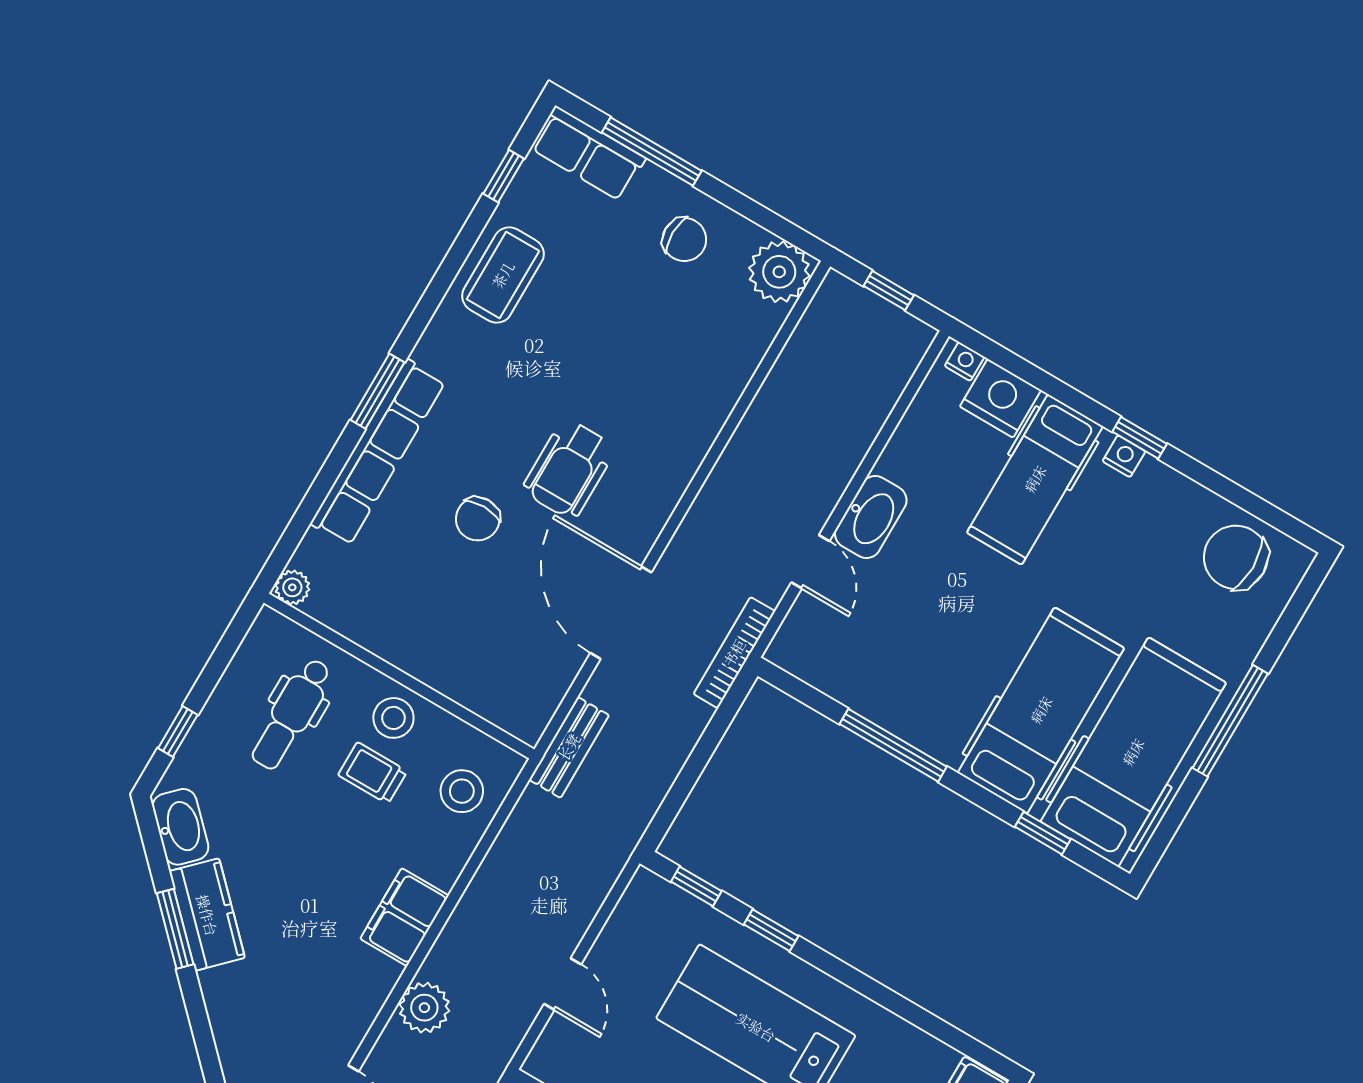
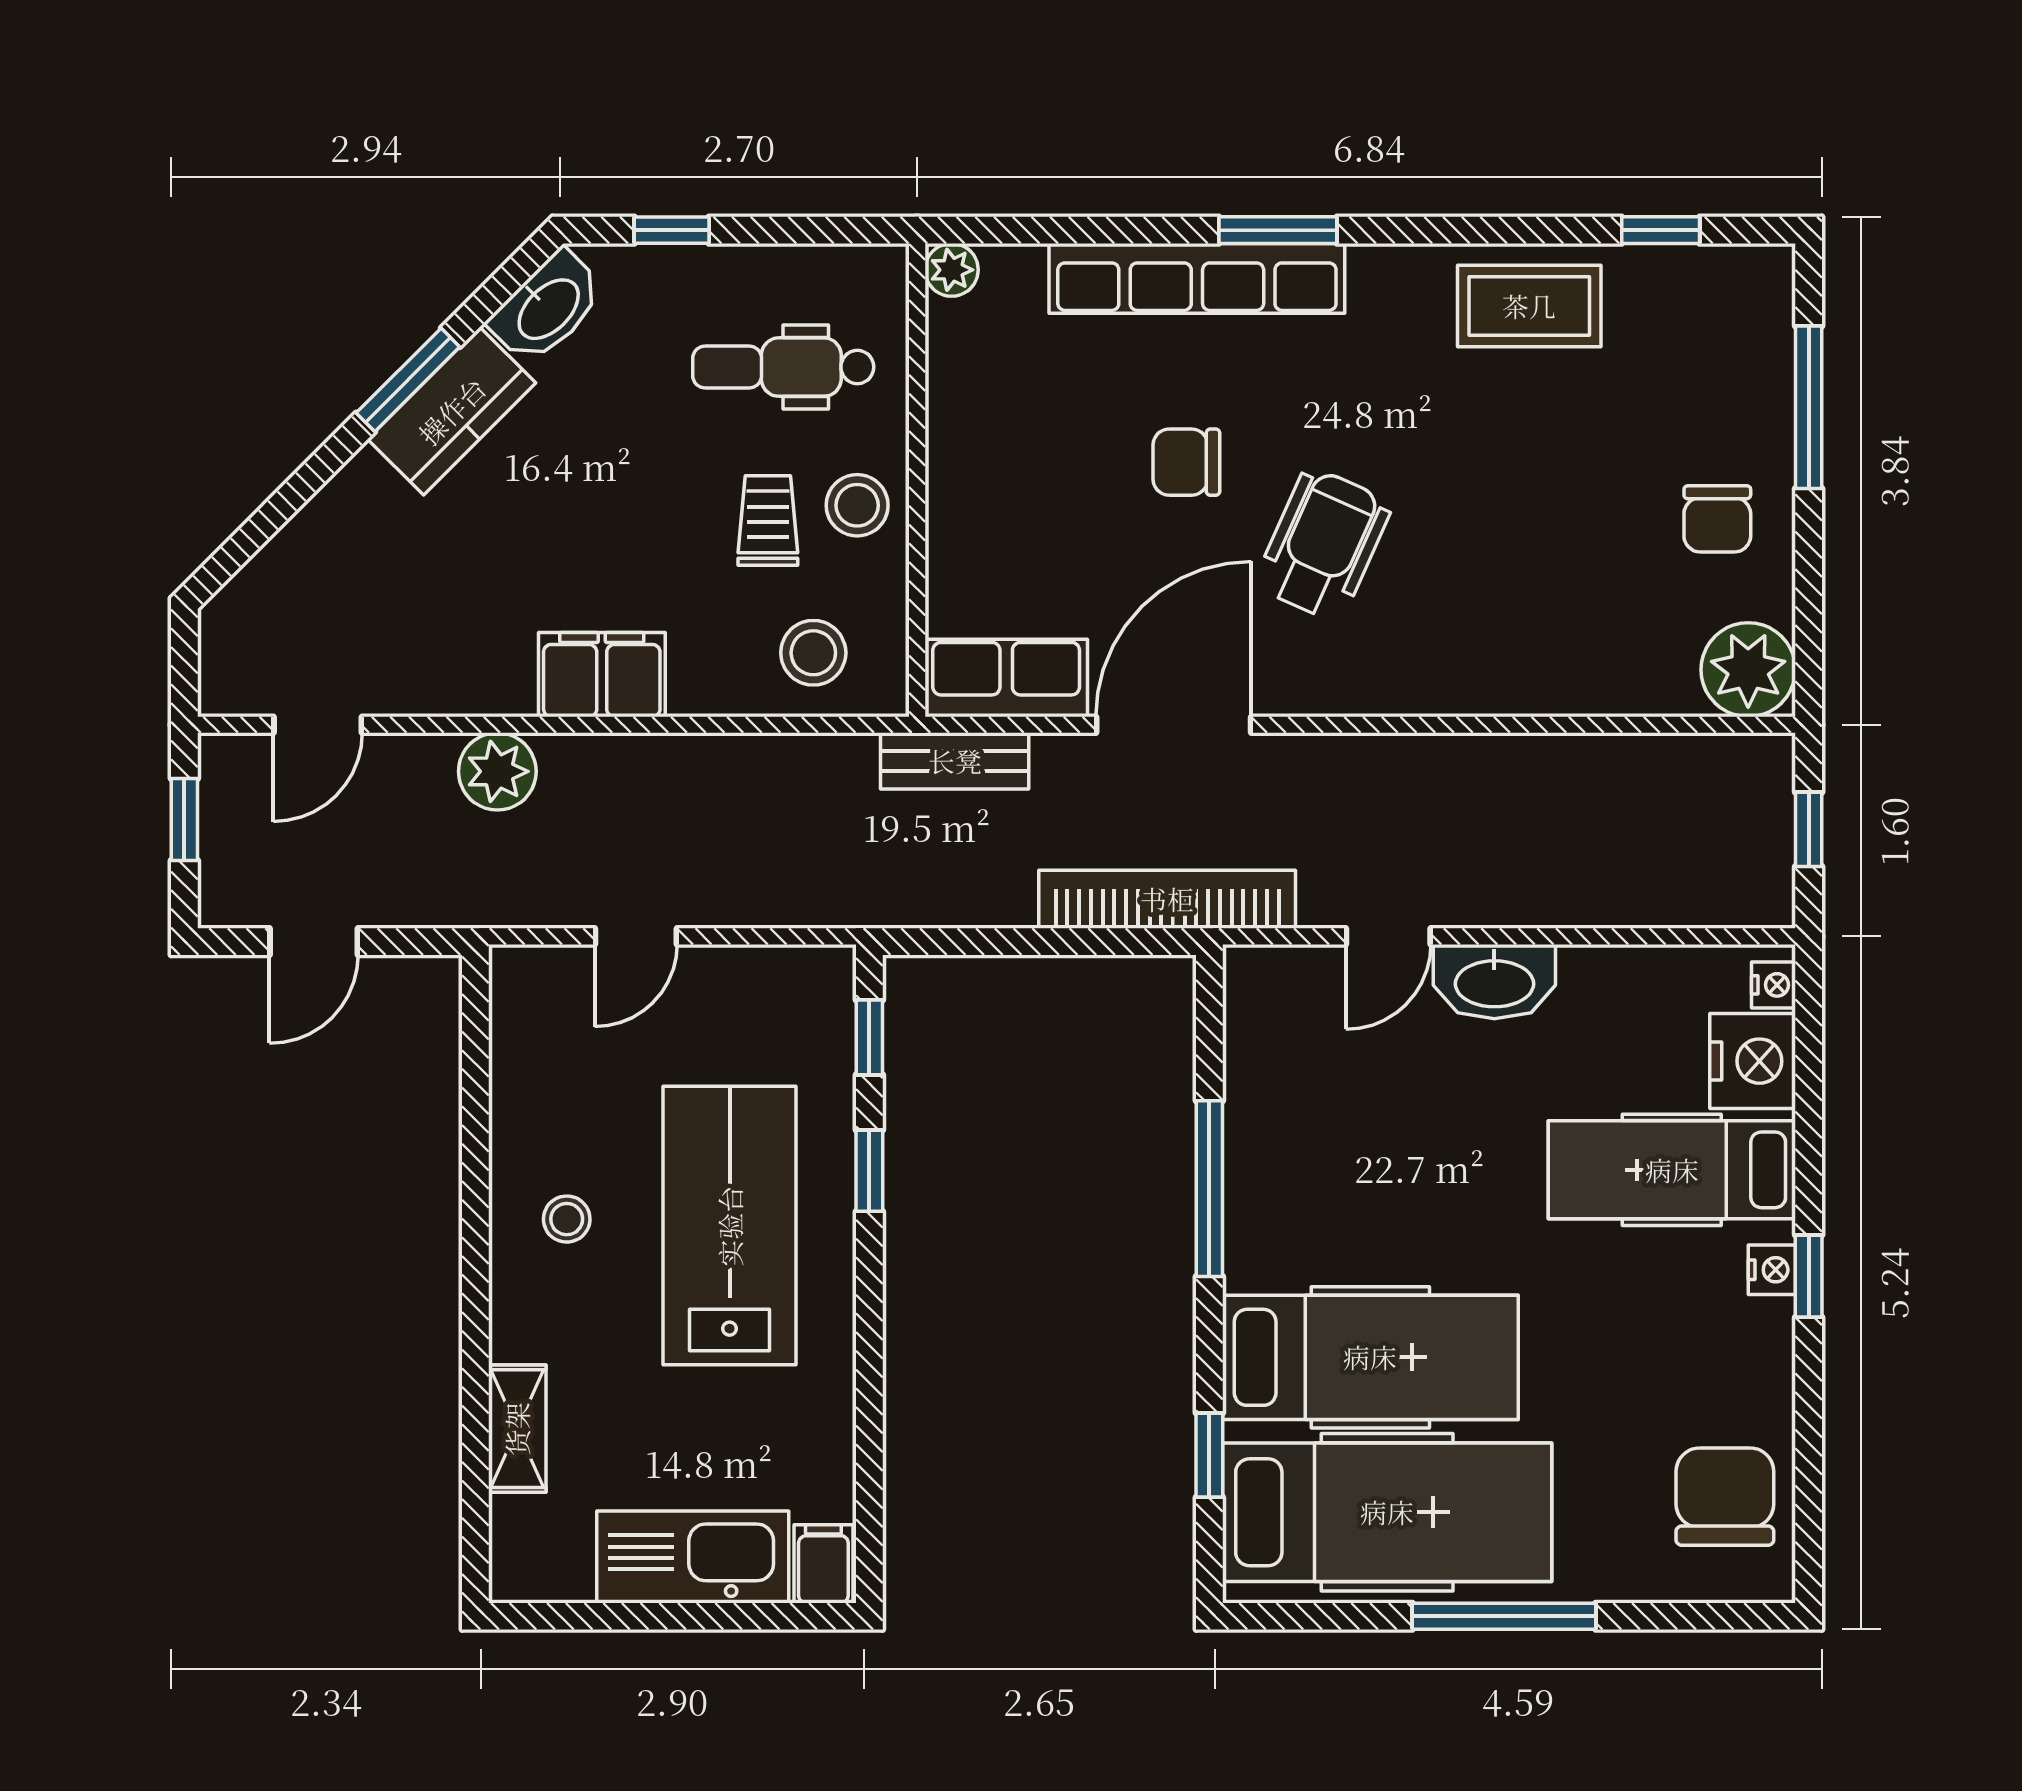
row of seats: (588, 153) -> (1006, 678), moved, turned 90
wheelchair: (569, 469) -> (1323, 544), turned 114
bookcase: (734, 653) -> (1167, 899), width x1.48, depth x1.31

